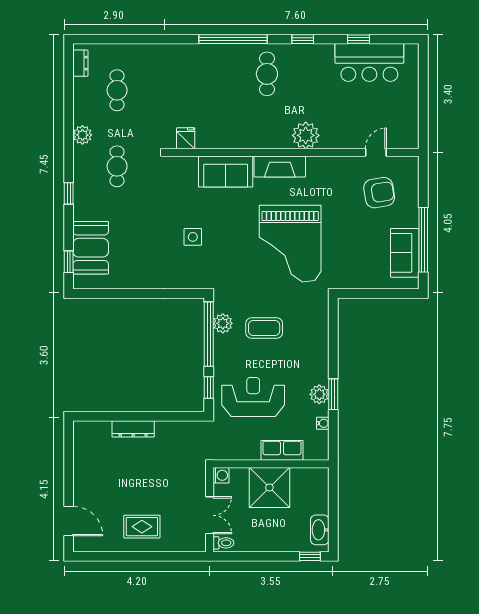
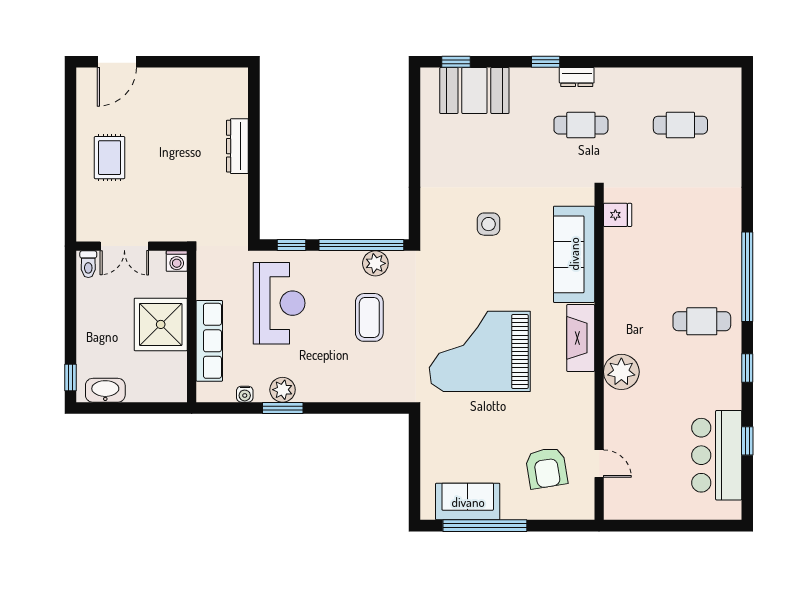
dresser: (80, 63) -> (577, 77), moved
plant: (82, 135) -> (622, 80), removed
sofa: (226, 172) -> (574, 254), width x1.36
row of seats: (282, 450) -> (209, 341), width x1.48

